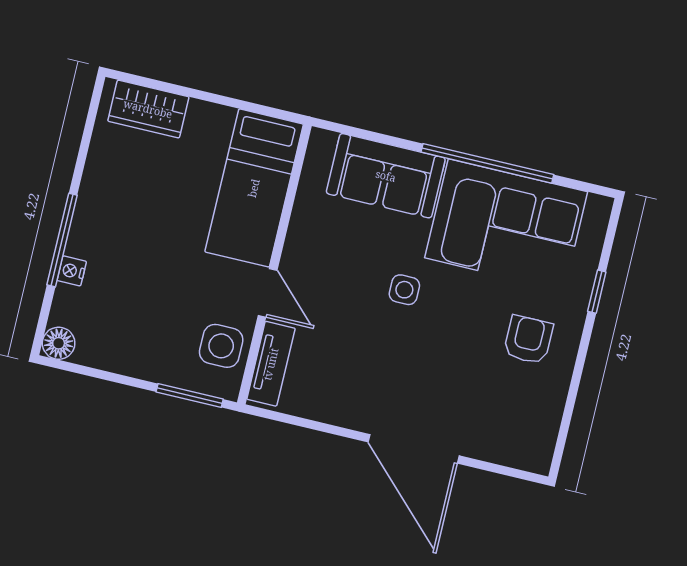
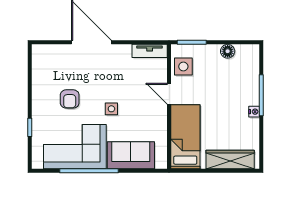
wardrobe: (148, 109) -> (230, 160), width x1.50
nightstand: (72, 271) -> (254, 112), moved
armchair: (528, 340) -> (70, 99), moved
floor lamp: (59, 343) -> (228, 51), moved
tv unit: (271, 364) -> (150, 51), moved, turned -90

